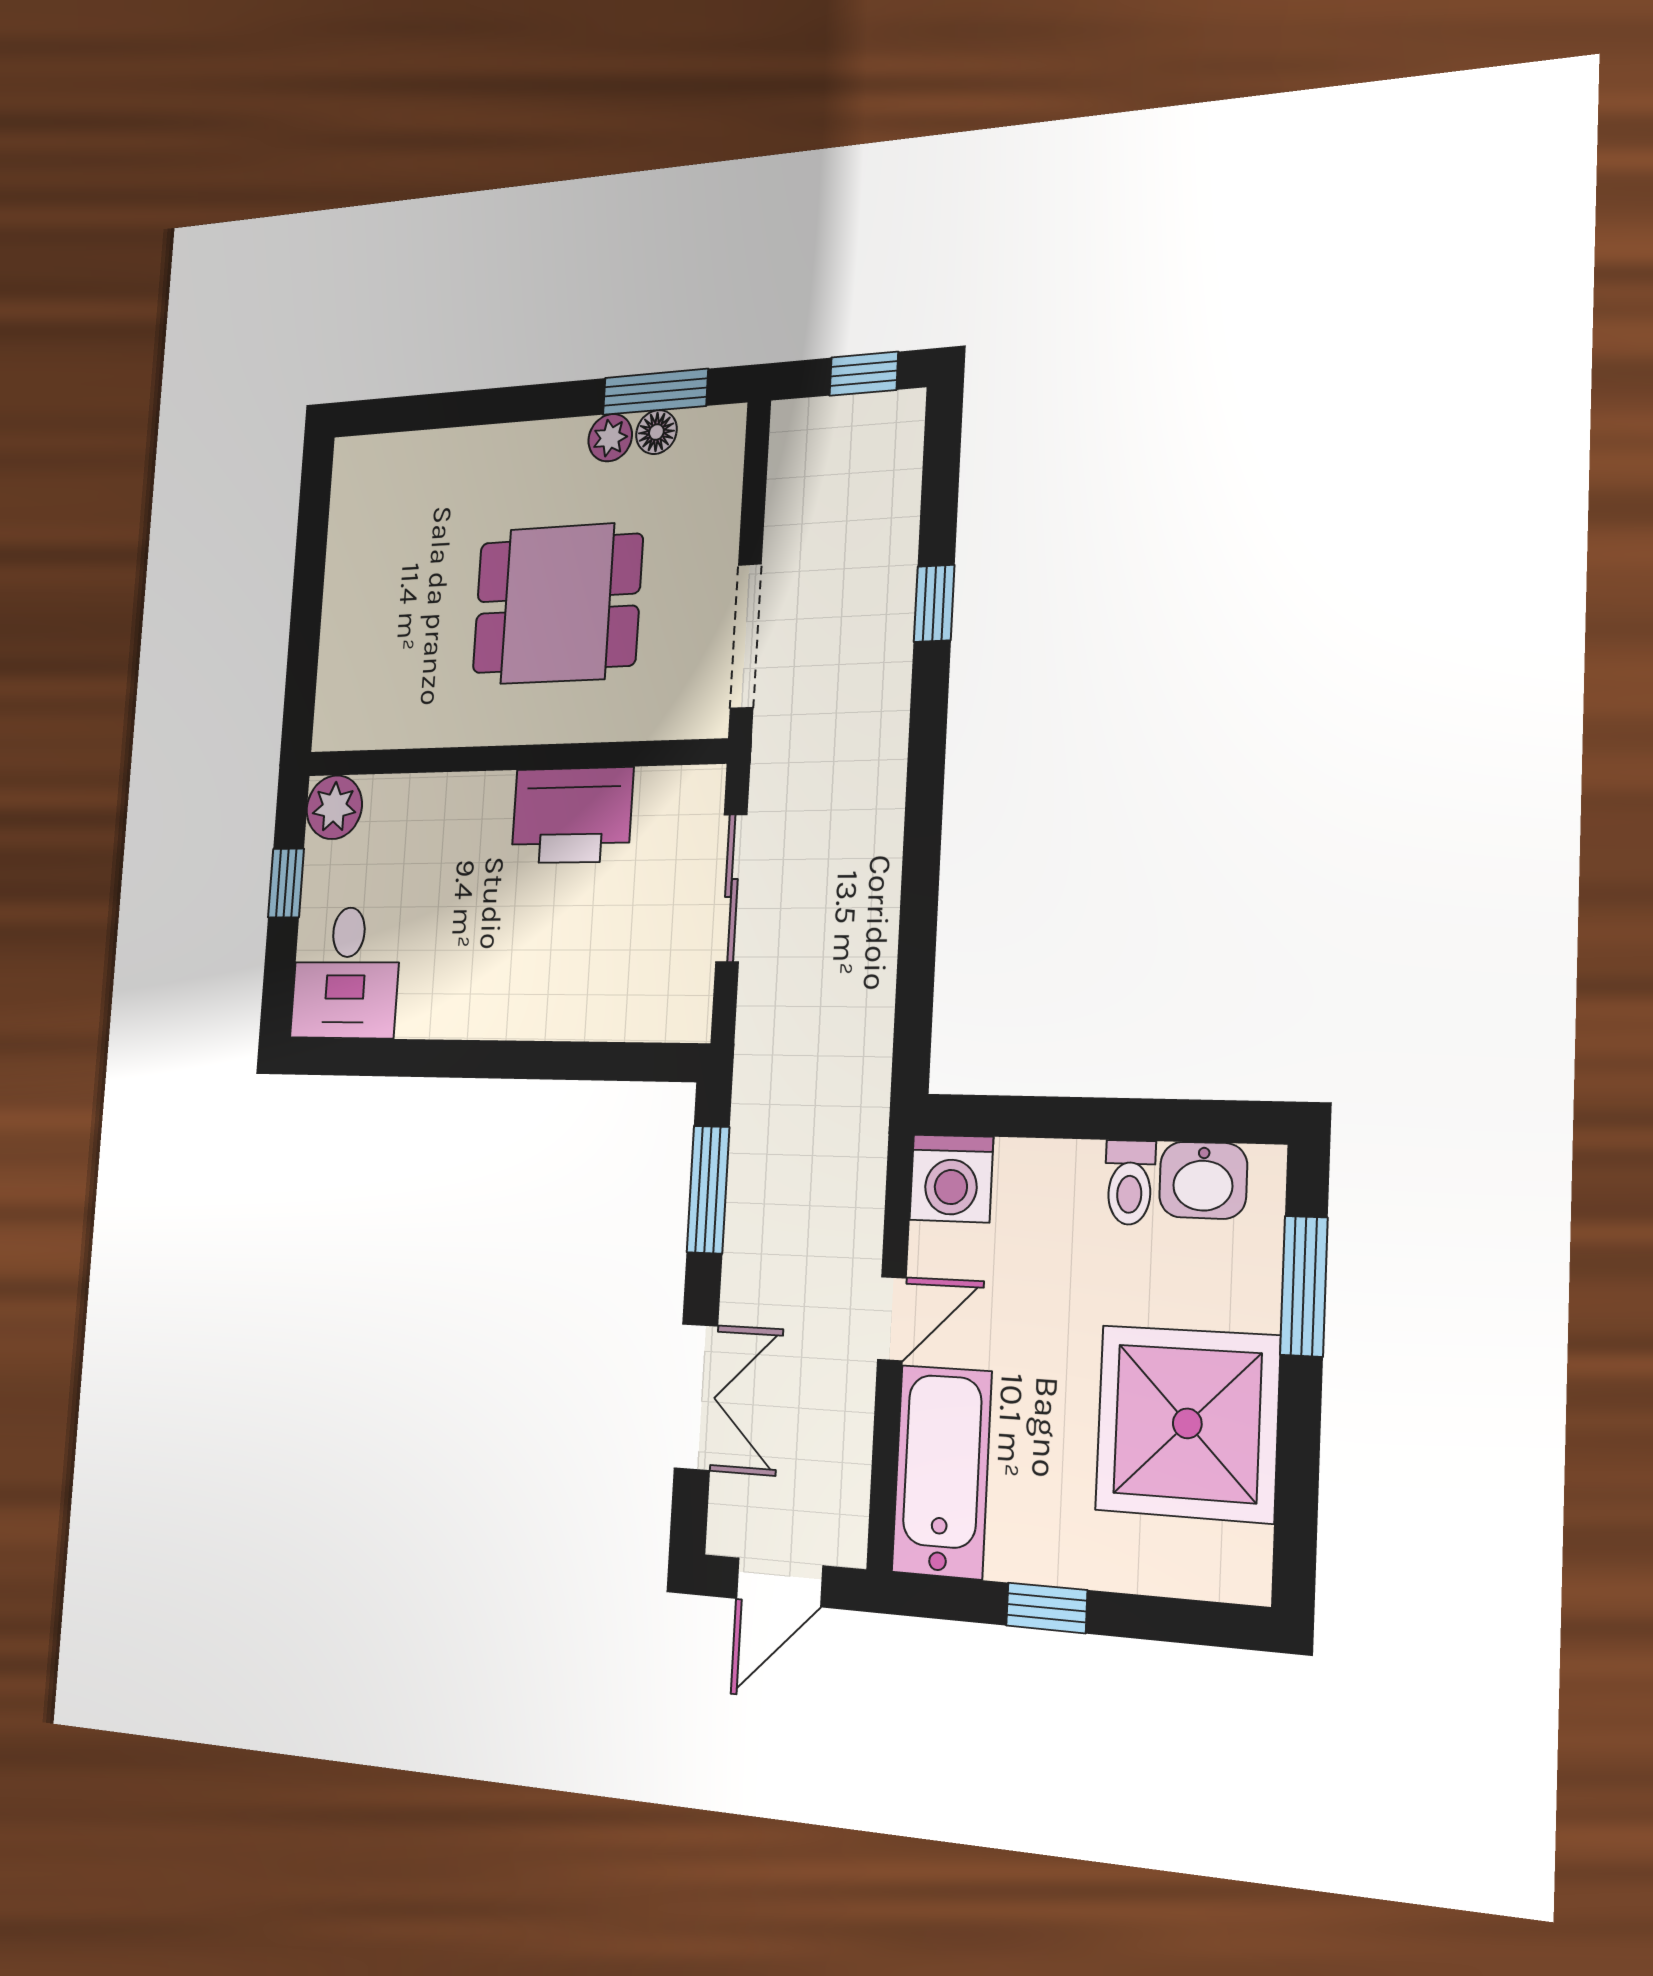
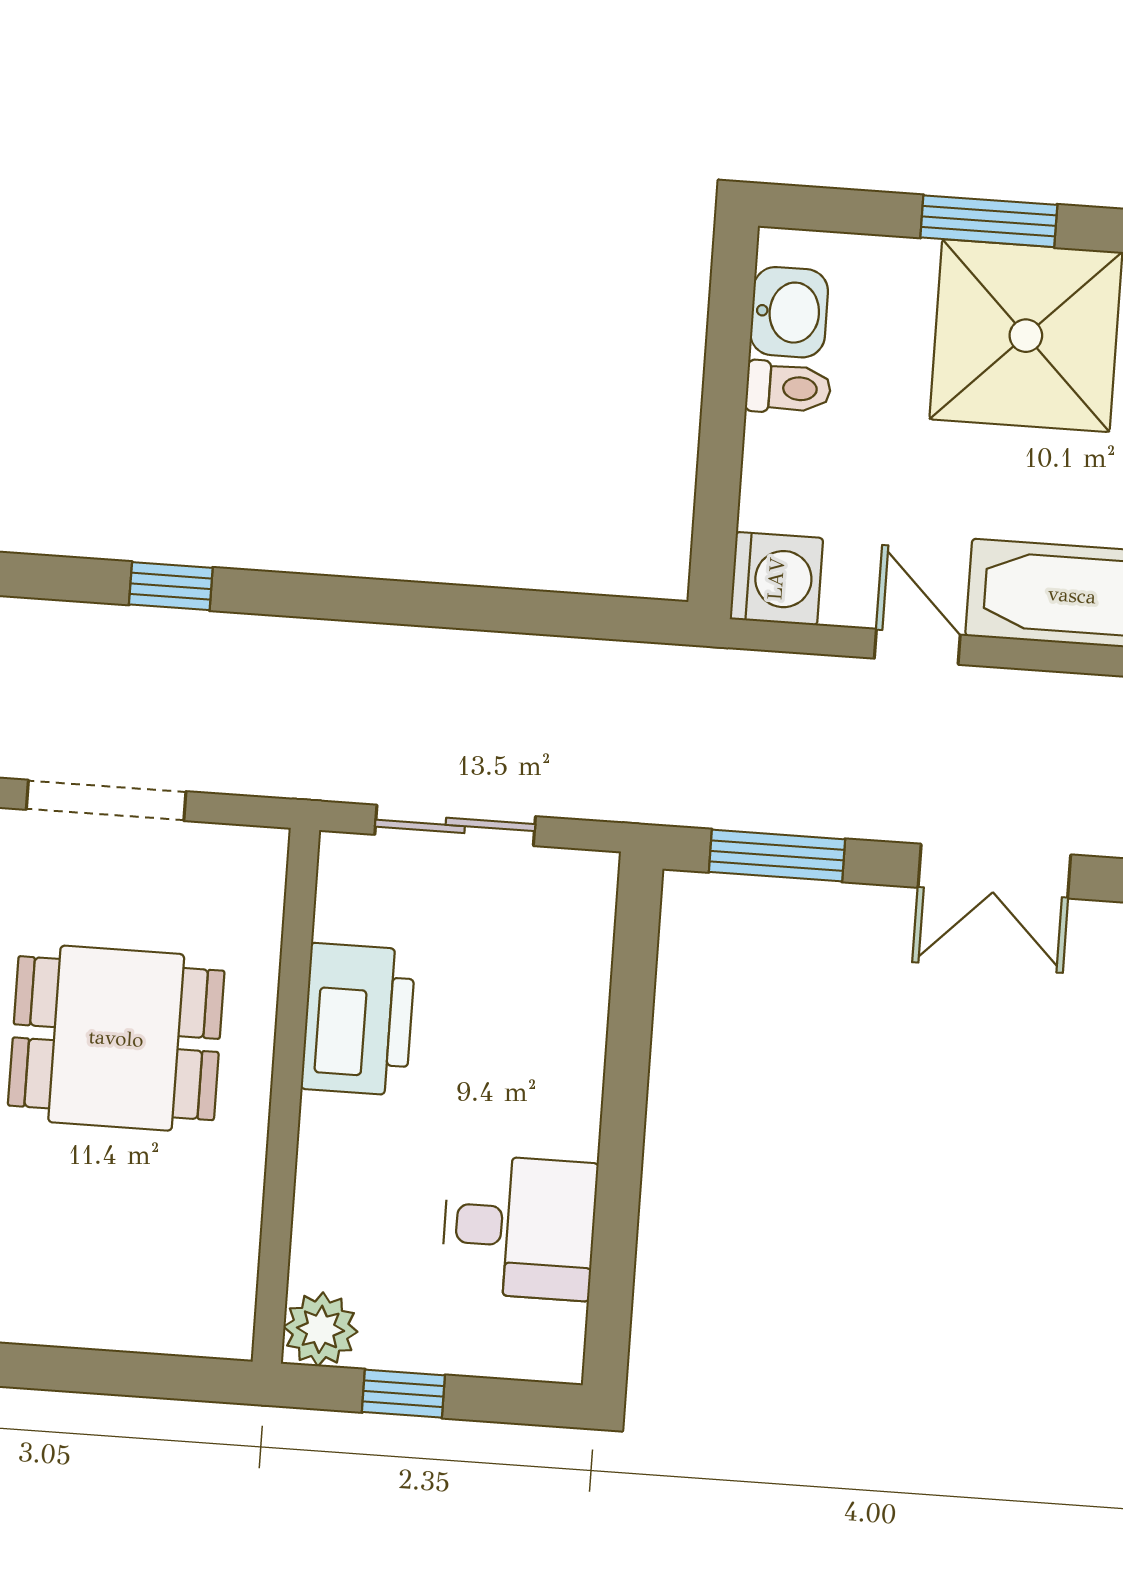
dining table: (557, 604) -> (116, 1038), turned 90
doorway: (746, 636) -> (106, 800), moved
desk: (346, 973) -> (519, 1227), moved
window: (1304, 1286) -> (989, 221), moved
double door: (696, 1397) -> (994, 871), swing flipped

